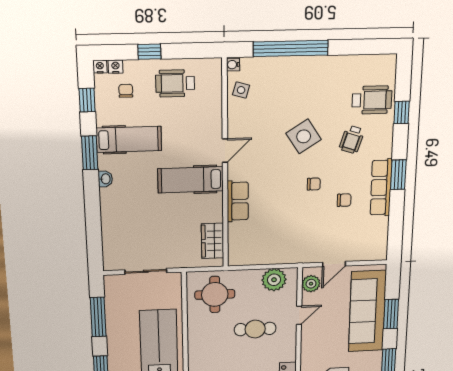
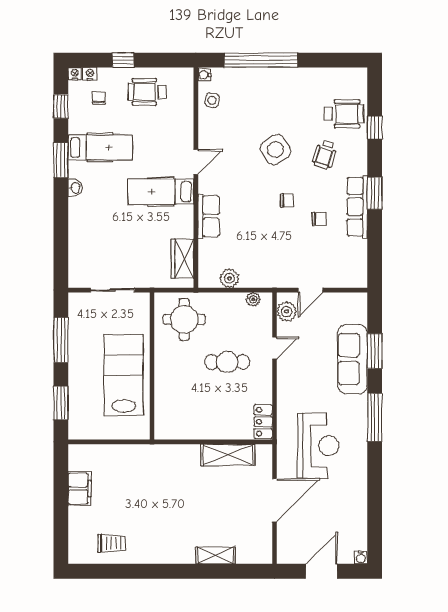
plant: (258, 257) -> (229, 278), added
plant: (274, 280) -> (253, 299), width x0.53, depth x0.53
sofa: (367, 311) -> (353, 359), width x0.74, depth x0.79

